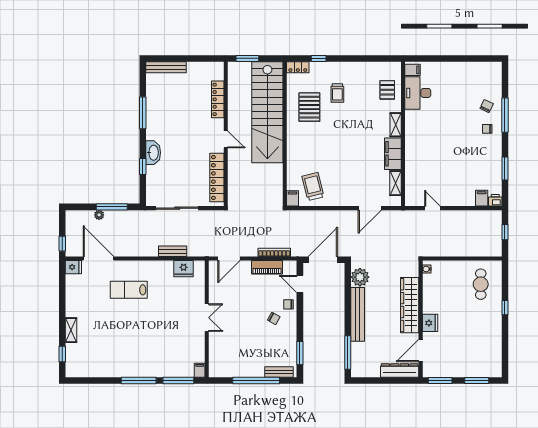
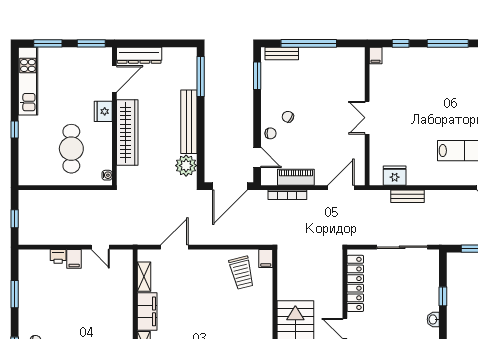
washbasin: (153, 153) -> (433, 319), width x0.52, depth x0.69
filing cabinet: (482, 198) -> (74, 259), moved
printer: (495, 200) -> (58, 256), moved
cafe table: (481, 284) -> (71, 149), moved, width x1.37, depth x1.35
kitchen unit: (494, 349) -> (28, 81), added
window: (178, 380) -> (401, 43), width x0.46

